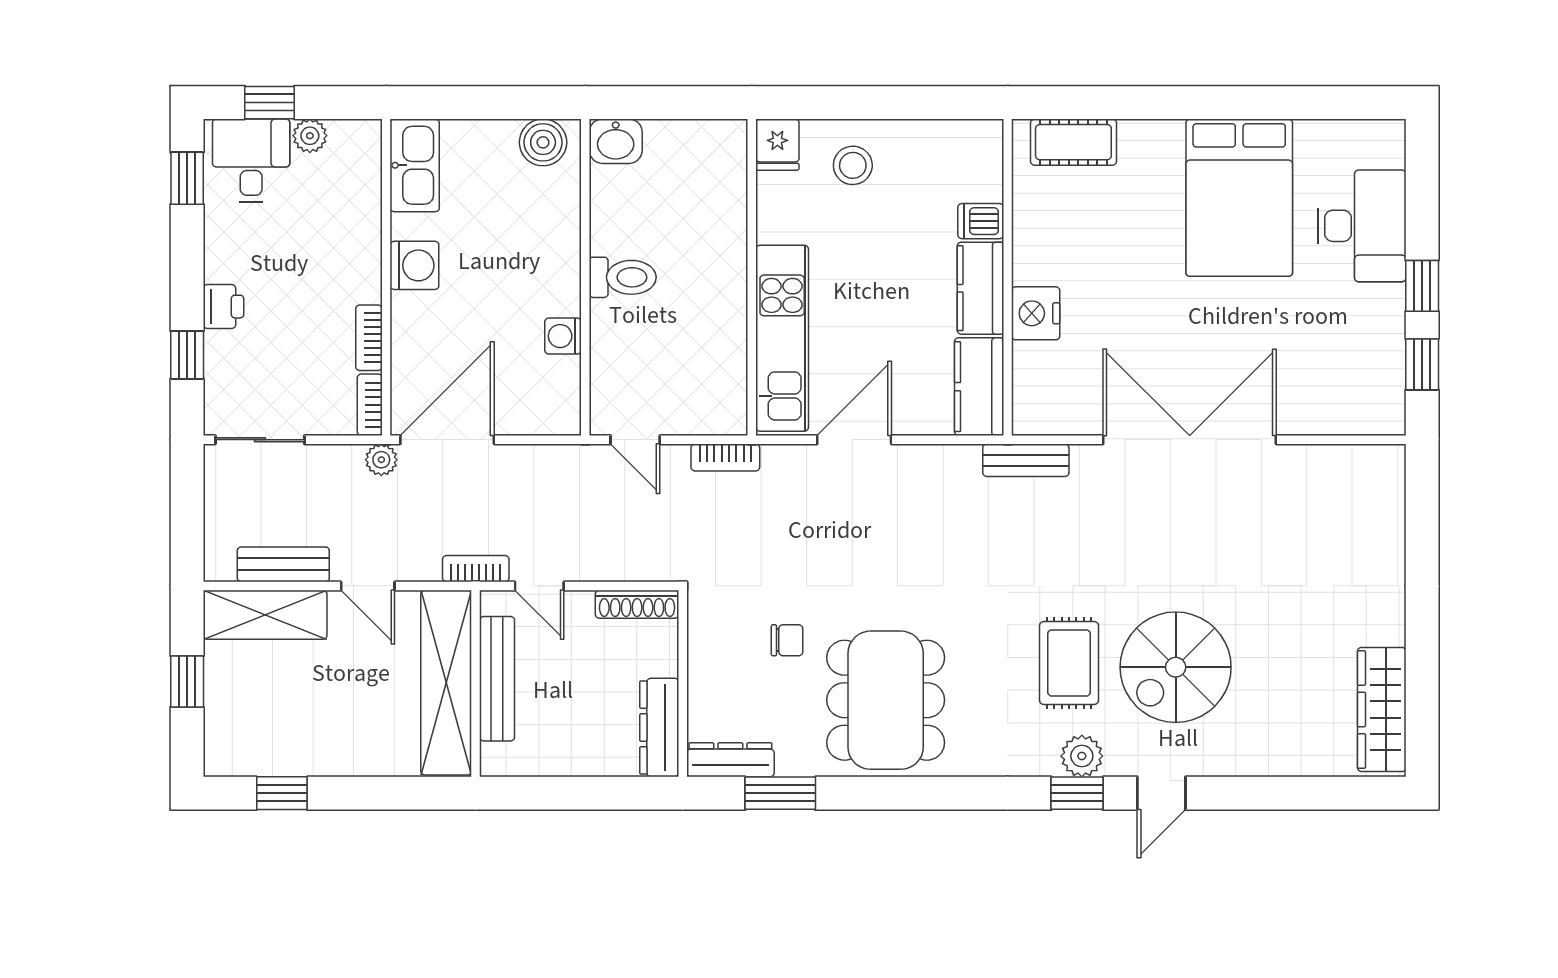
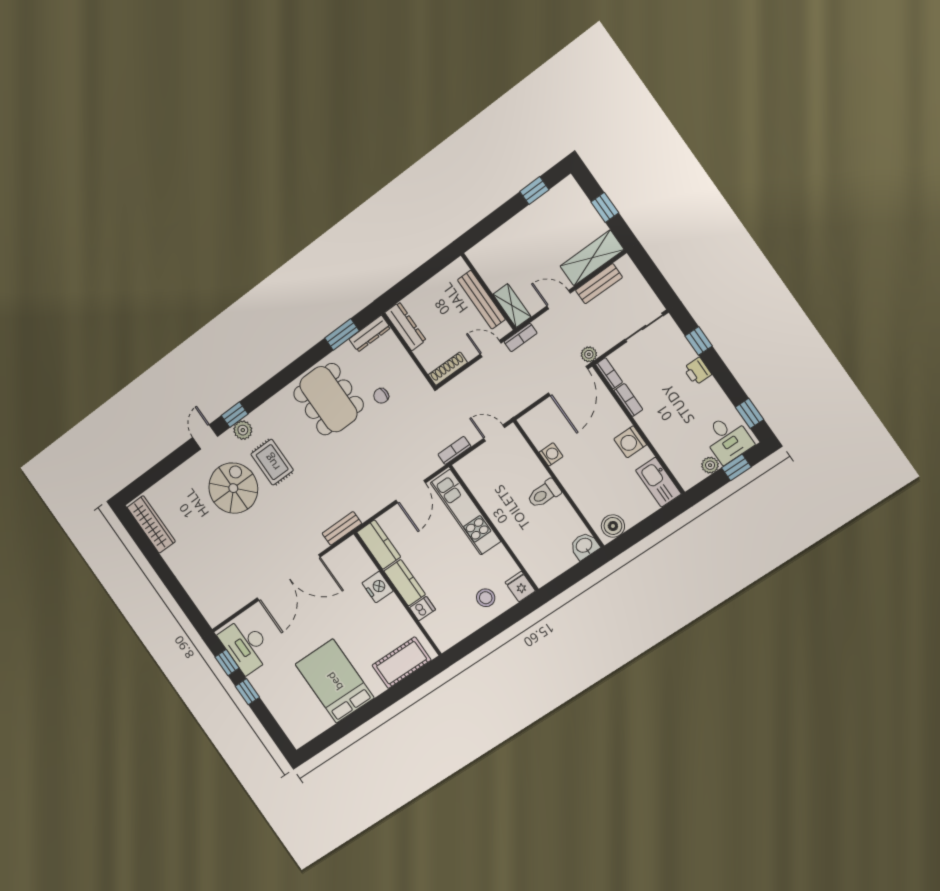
cot: (1073, 142) -> (402, 663), width x1.37, depth x1.34
desk: (1362, 226) -> (246, 645), moved
shelving: (446, 683) -> (512, 306), width x0.45, depth x0.75

